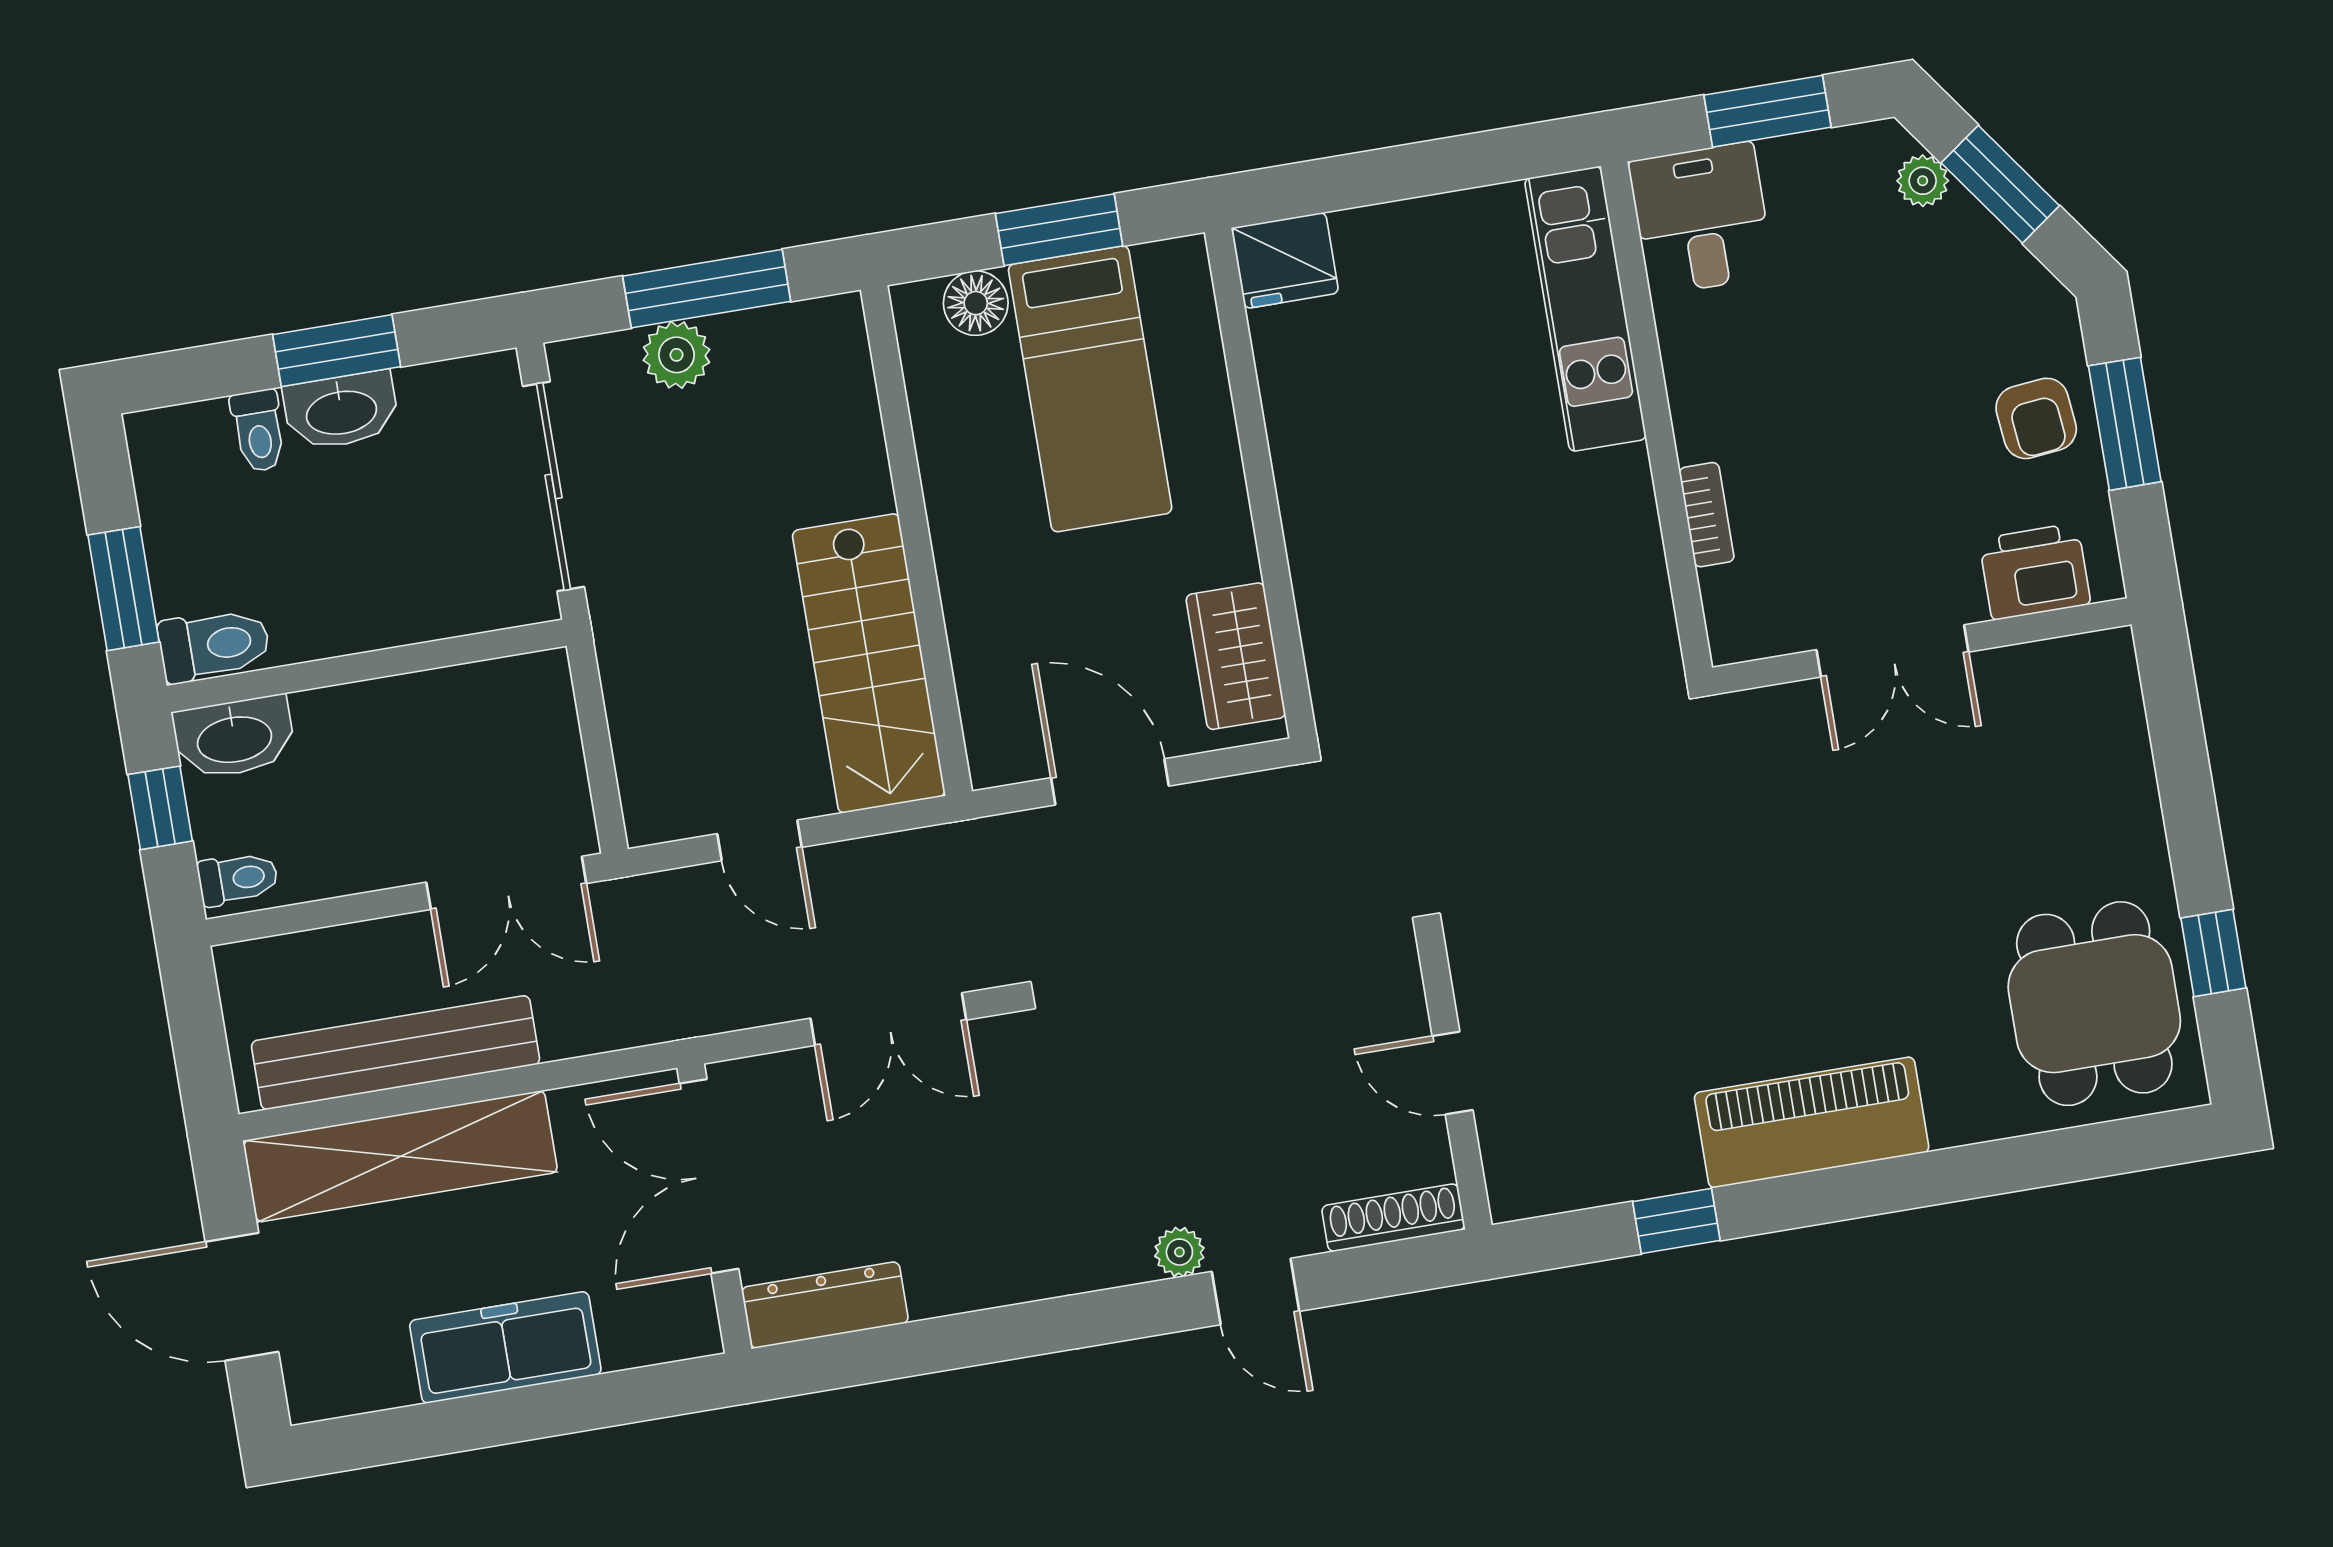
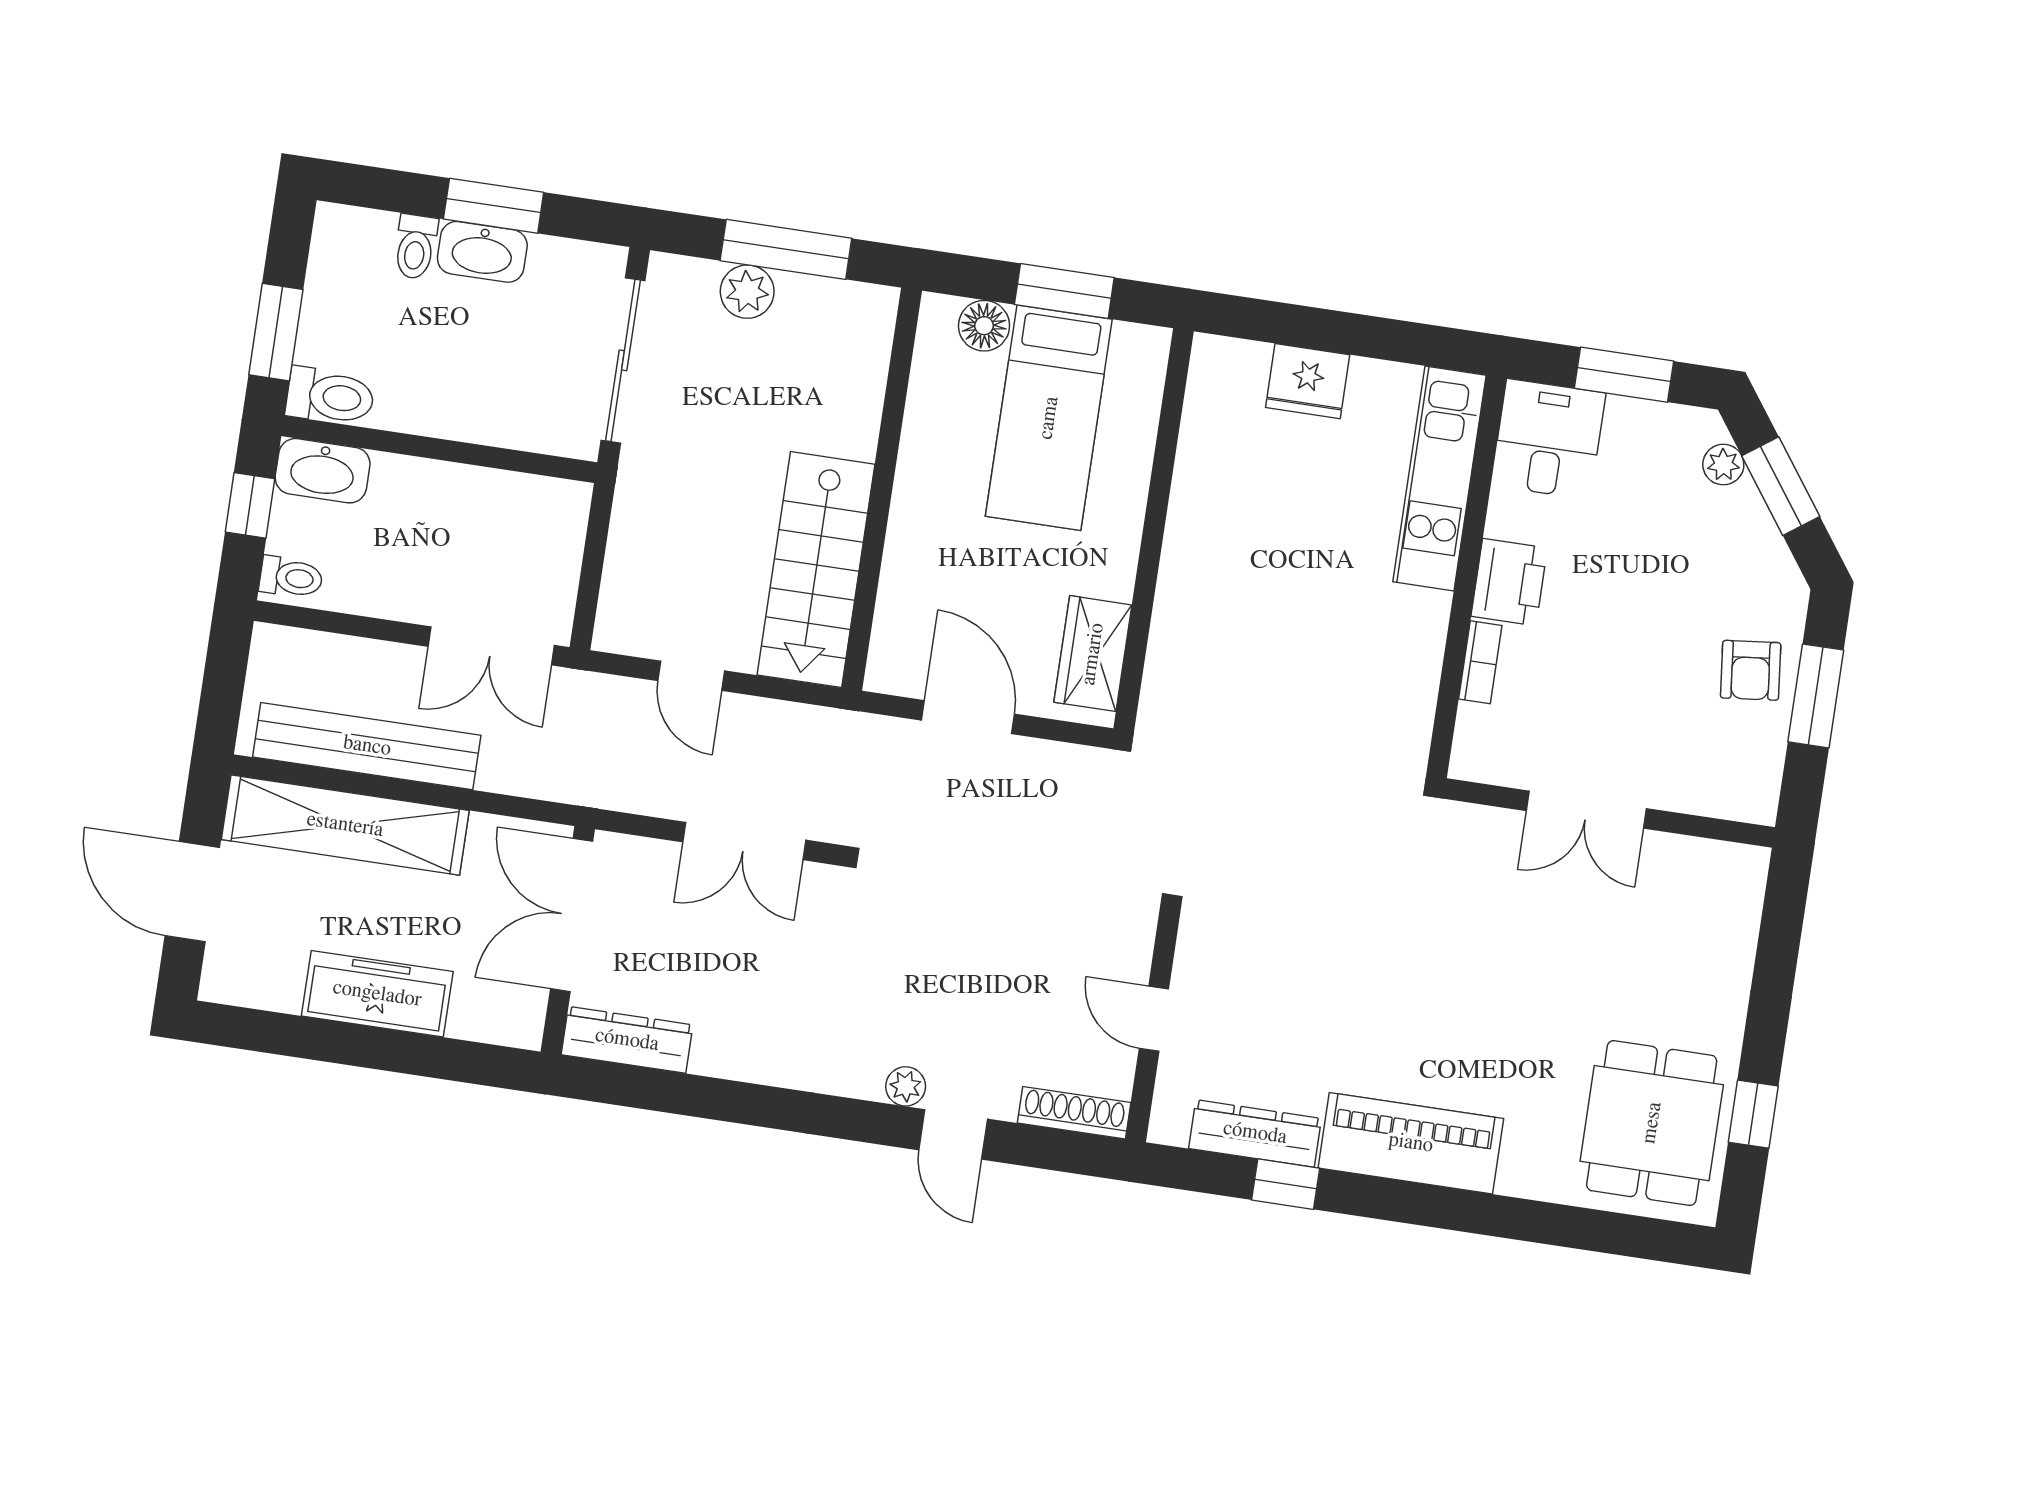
fridge: (1285, 260) -> (1308, 381), moved
printer: (2035, 572) -> (1509, 582), moved, turned 90
dresser: (1620, 1172) -> (1255, 1133), added

